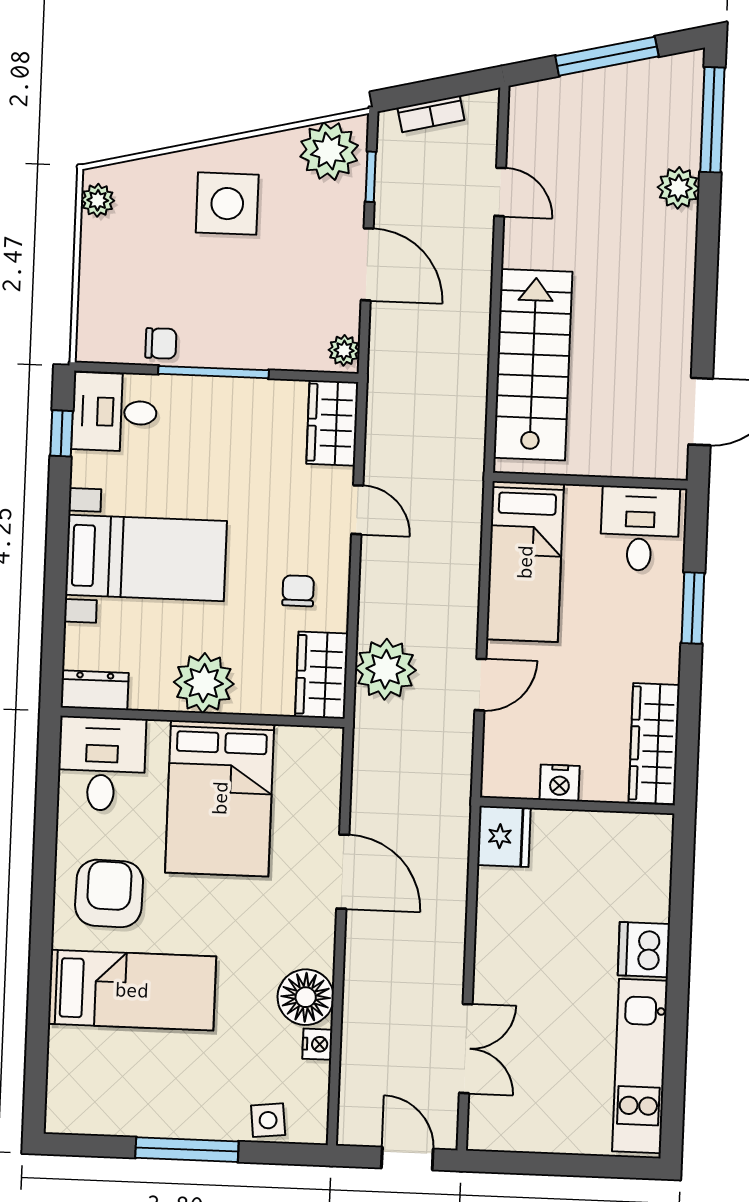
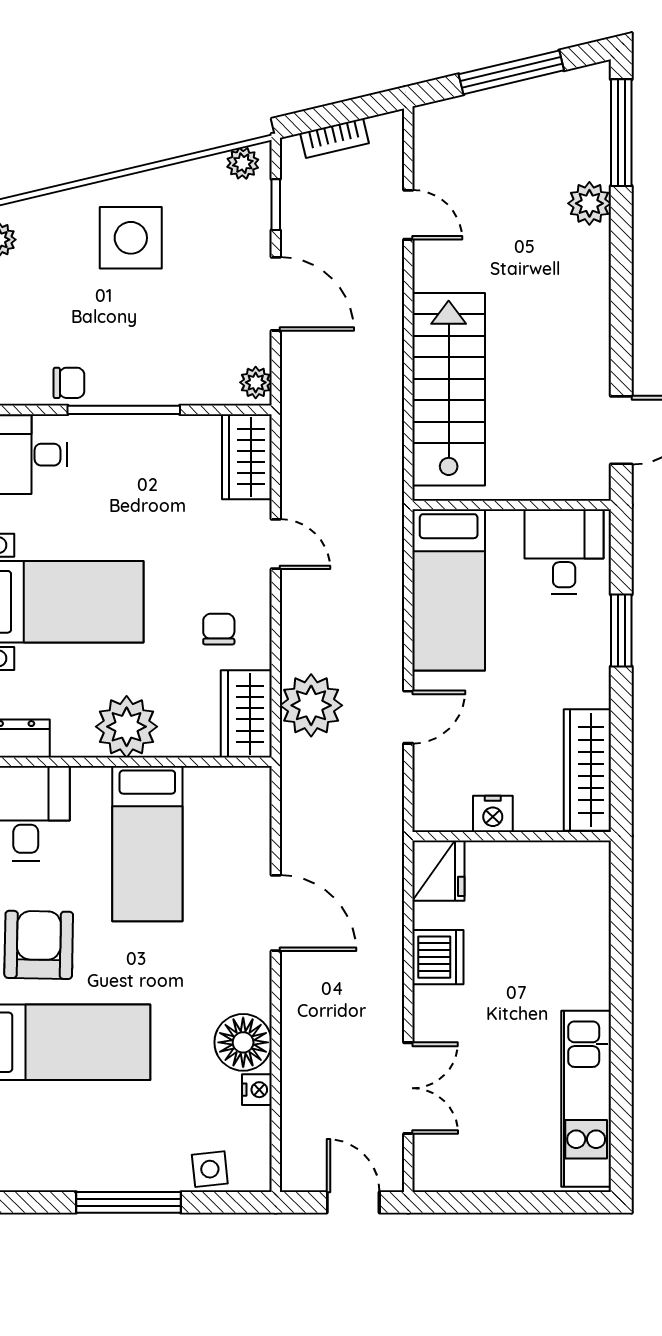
plant: (329, 151) -> (243, 163), width x0.53, depth x0.53
bed: (220, 798) -> (147, 844), width x0.67
dishwasher: (644, 950) -> (438, 957), moved, turned 180

